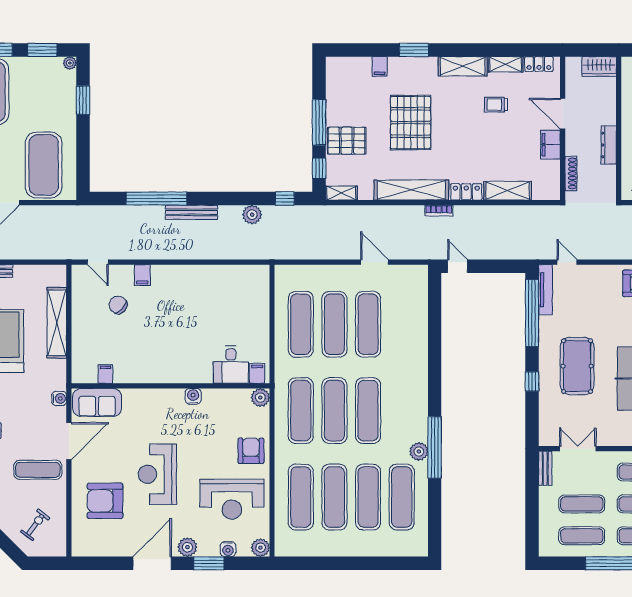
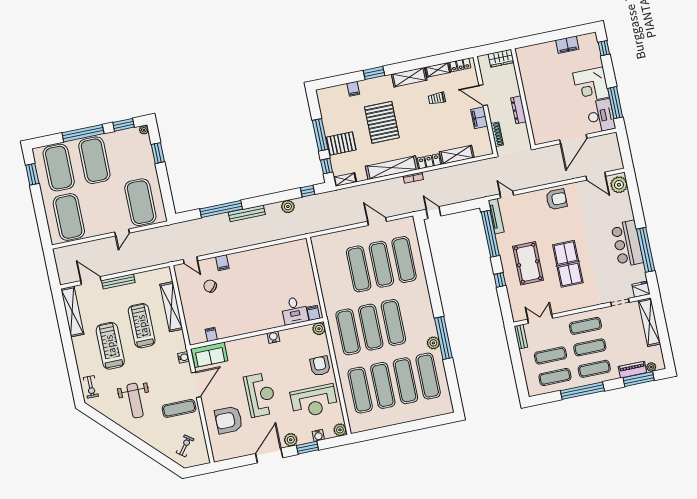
exercise mat: (301, 324) -> (404, 260), moved
reception desk: (157, 474) -> (260, 395), turned 180

